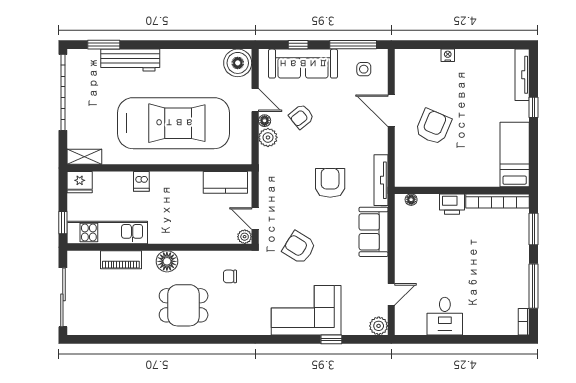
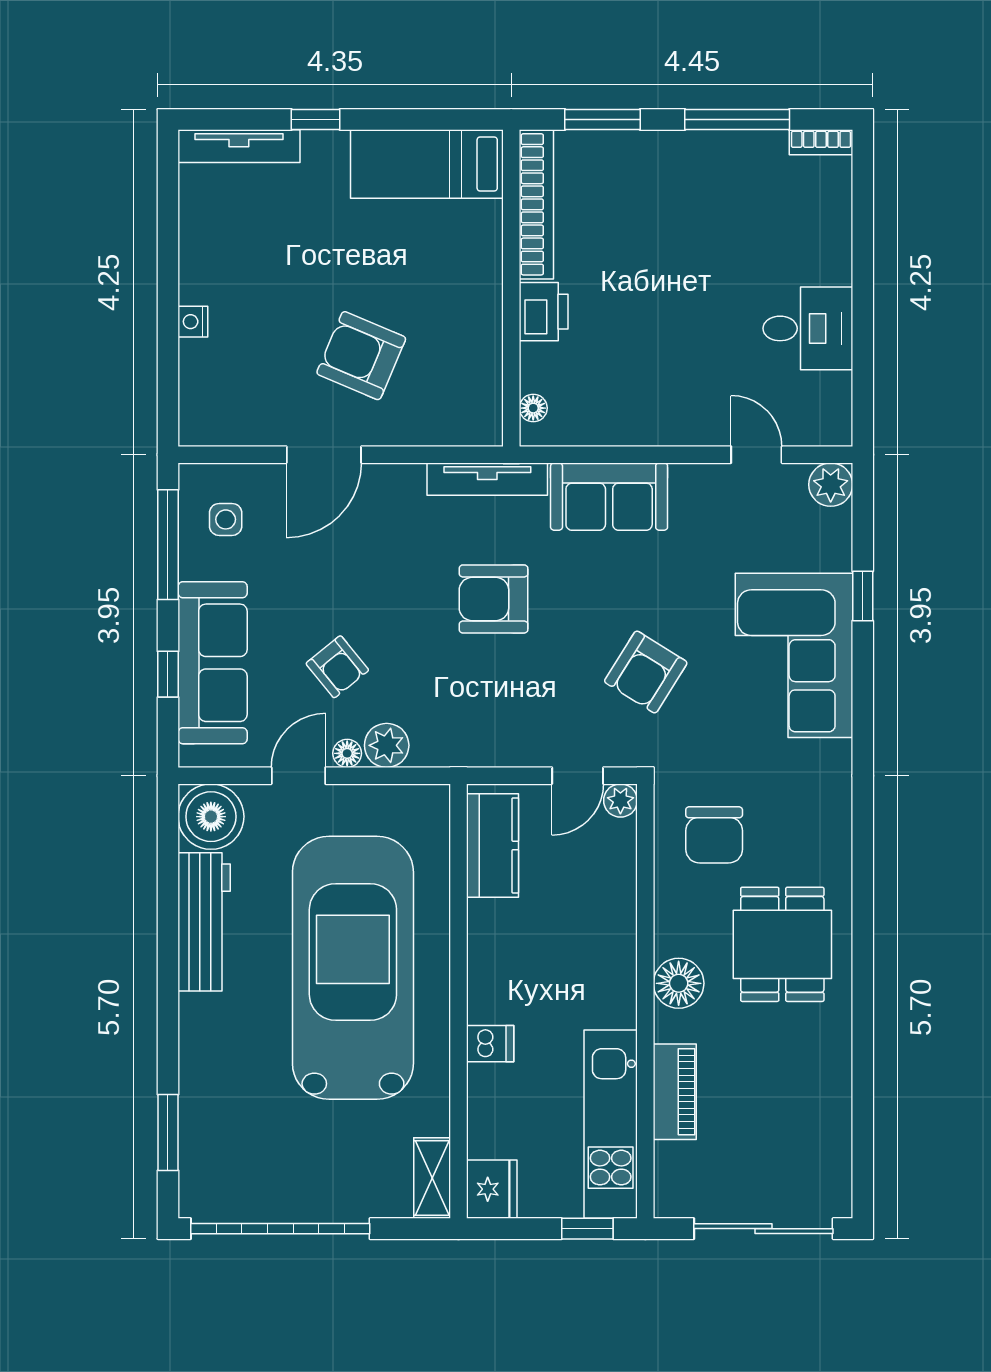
workbench: (130, 60) -> (204, 922), moved
chair: (230, 276) -> (714, 835), width x1.87, depth x1.87

